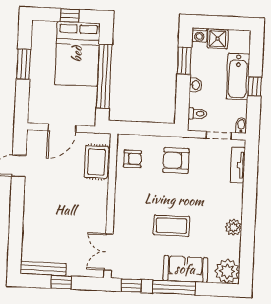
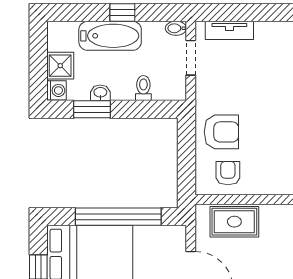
washbasin: (195, 85) -> (100, 93), moved
toilet: (198, 114) -> (143, 88), moved
armchair: (176, 160) -> (221, 132), moved, turned -90

